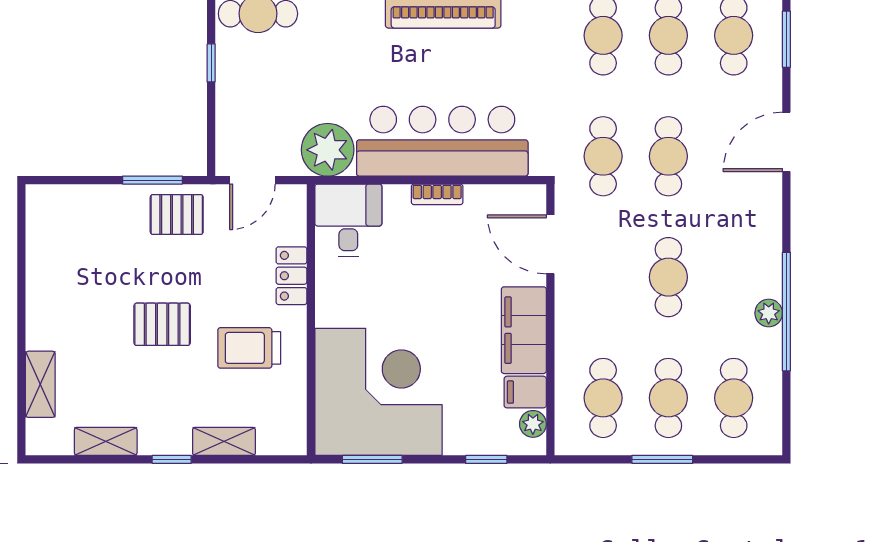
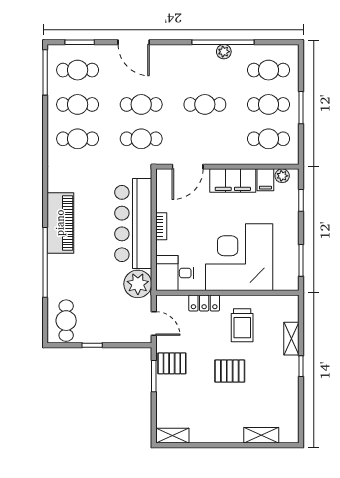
pallet: (177, 215) -> (172, 363), turned 90
pallet: (162, 324) -> (230, 371), turned 90
corner desk: (378, 392) -> (239, 257), moved
shelving: (106, 441) -> (172, 436), moved, turned 90

